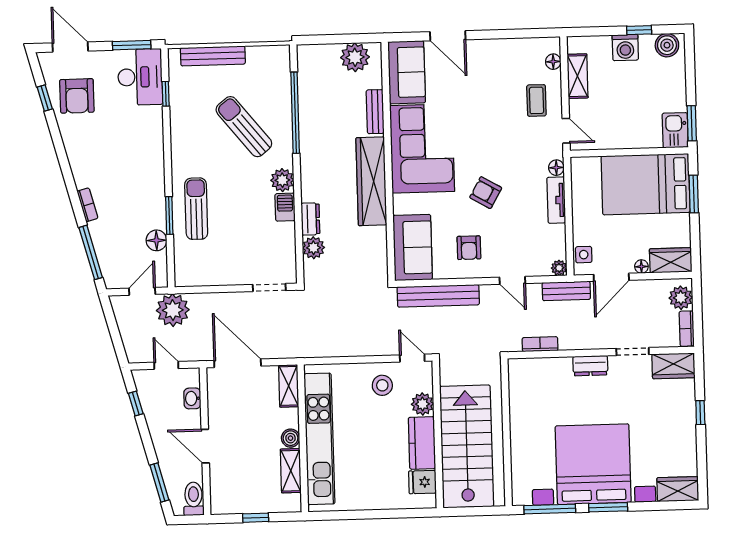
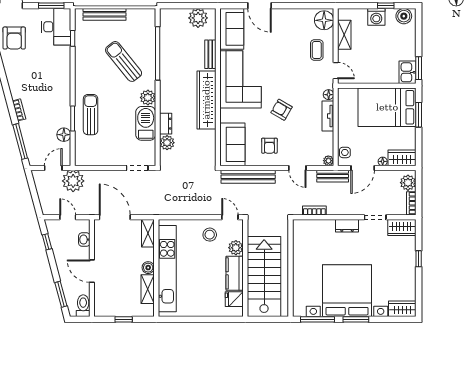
floor lamp: (553, 62) -> (324, 20), width x1.89, depth x1.89
barbecue: (285, 207) -> (146, 123), width x1.88, depth x1.53

